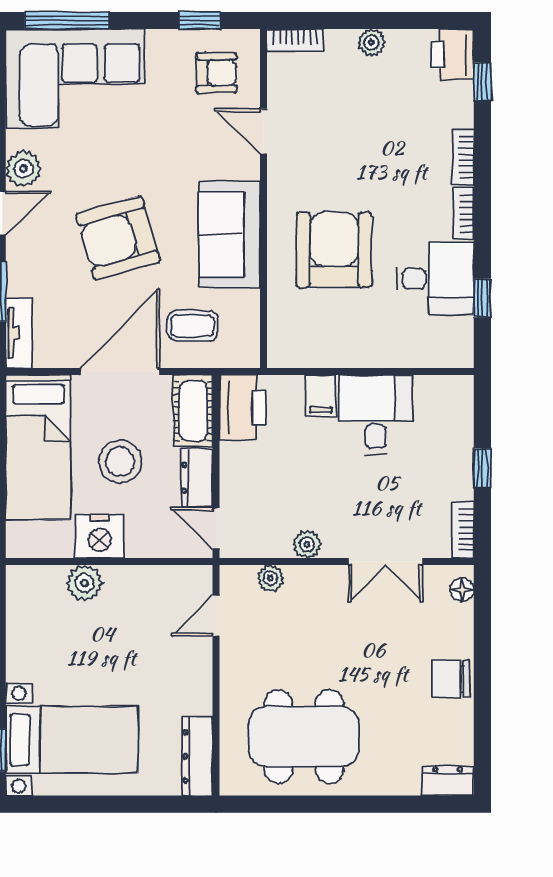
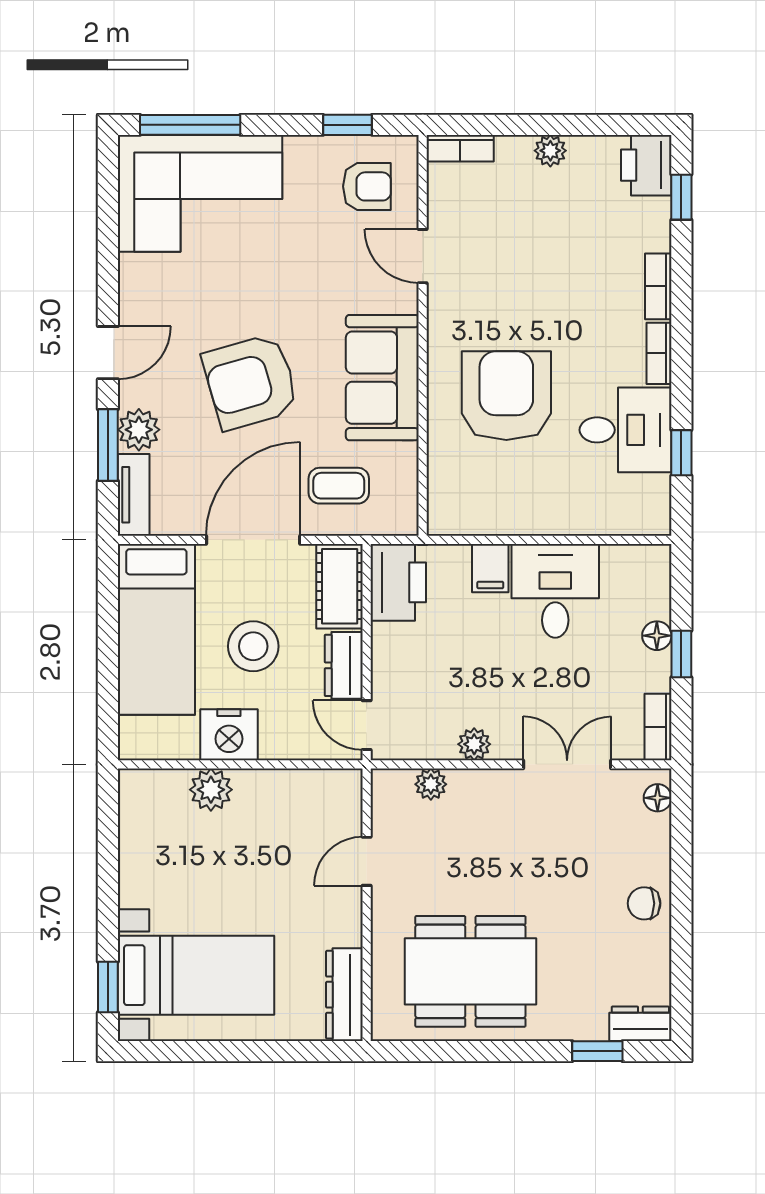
plant: (23, 169) -> (139, 430), moved
floor lamp: (462, 453) -> (657, 636), added
double door: (386, 562) -> (567, 764), swing flipped
door: (216, 616) -> (367, 861), moved
chair: (451, 679) -> (644, 903), width x0.73, depth x0.73
window: (411, 804) -> (597, 1051), added

